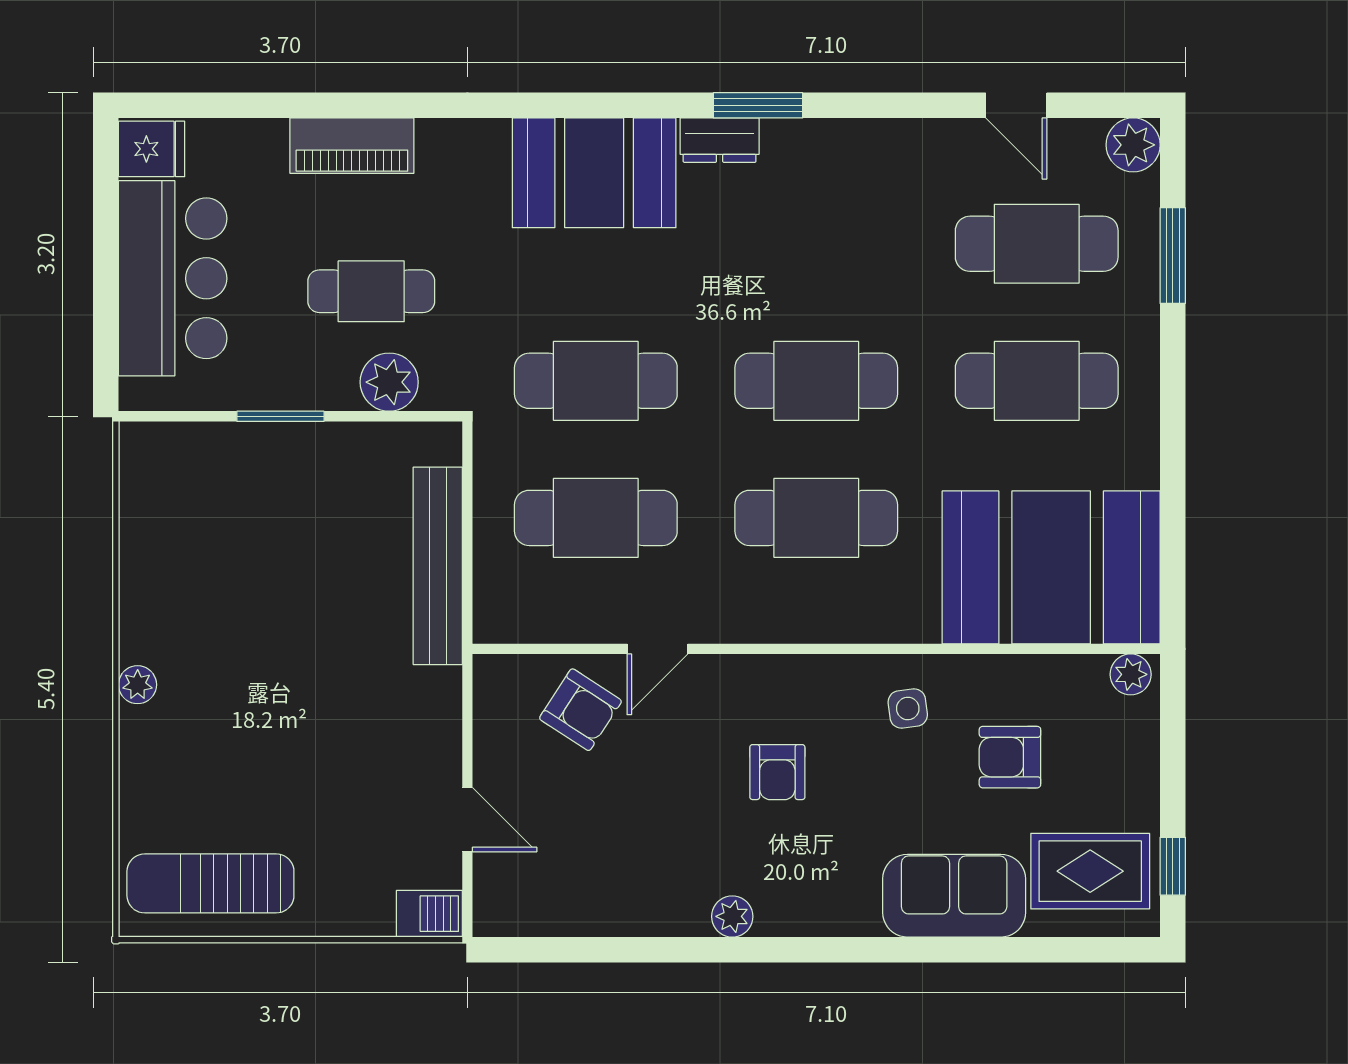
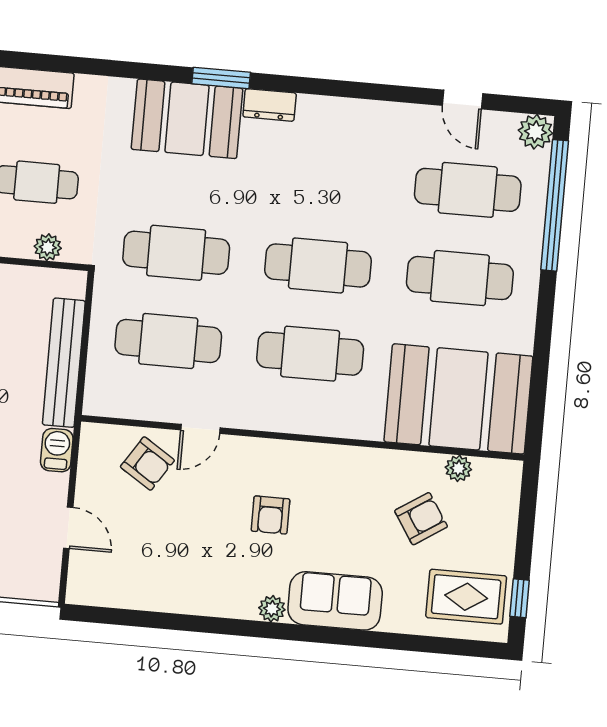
window: (758, 105) -> (221, 78), moved
window: (1173, 256) -> (555, 205), width x2.11
plant: (389, 382) -> (48, 247), width x0.73, depth x0.73
plant: (1131, 674) -> (458, 468), moved
side table: (908, 708) -> (358, 482), removed
armchair: (1010, 757) -> (421, 519), turned 147
sofa: (954, 896) -> (335, 601), moved
barbecue: (429, 914) -> (57, 450), moved, turned -90
plant: (732, 916) -> (272, 609), moved

